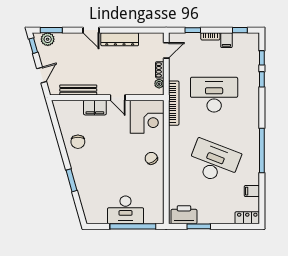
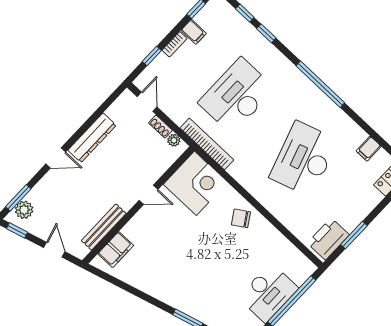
filing cabinet: (95, 108) -> (116, 250), moved
chair: (78, 142) -> (155, 276), removed
window: (262, 151) -> (320, 84), moved
desk: (214, 162) -> (304, 159), turned -39

